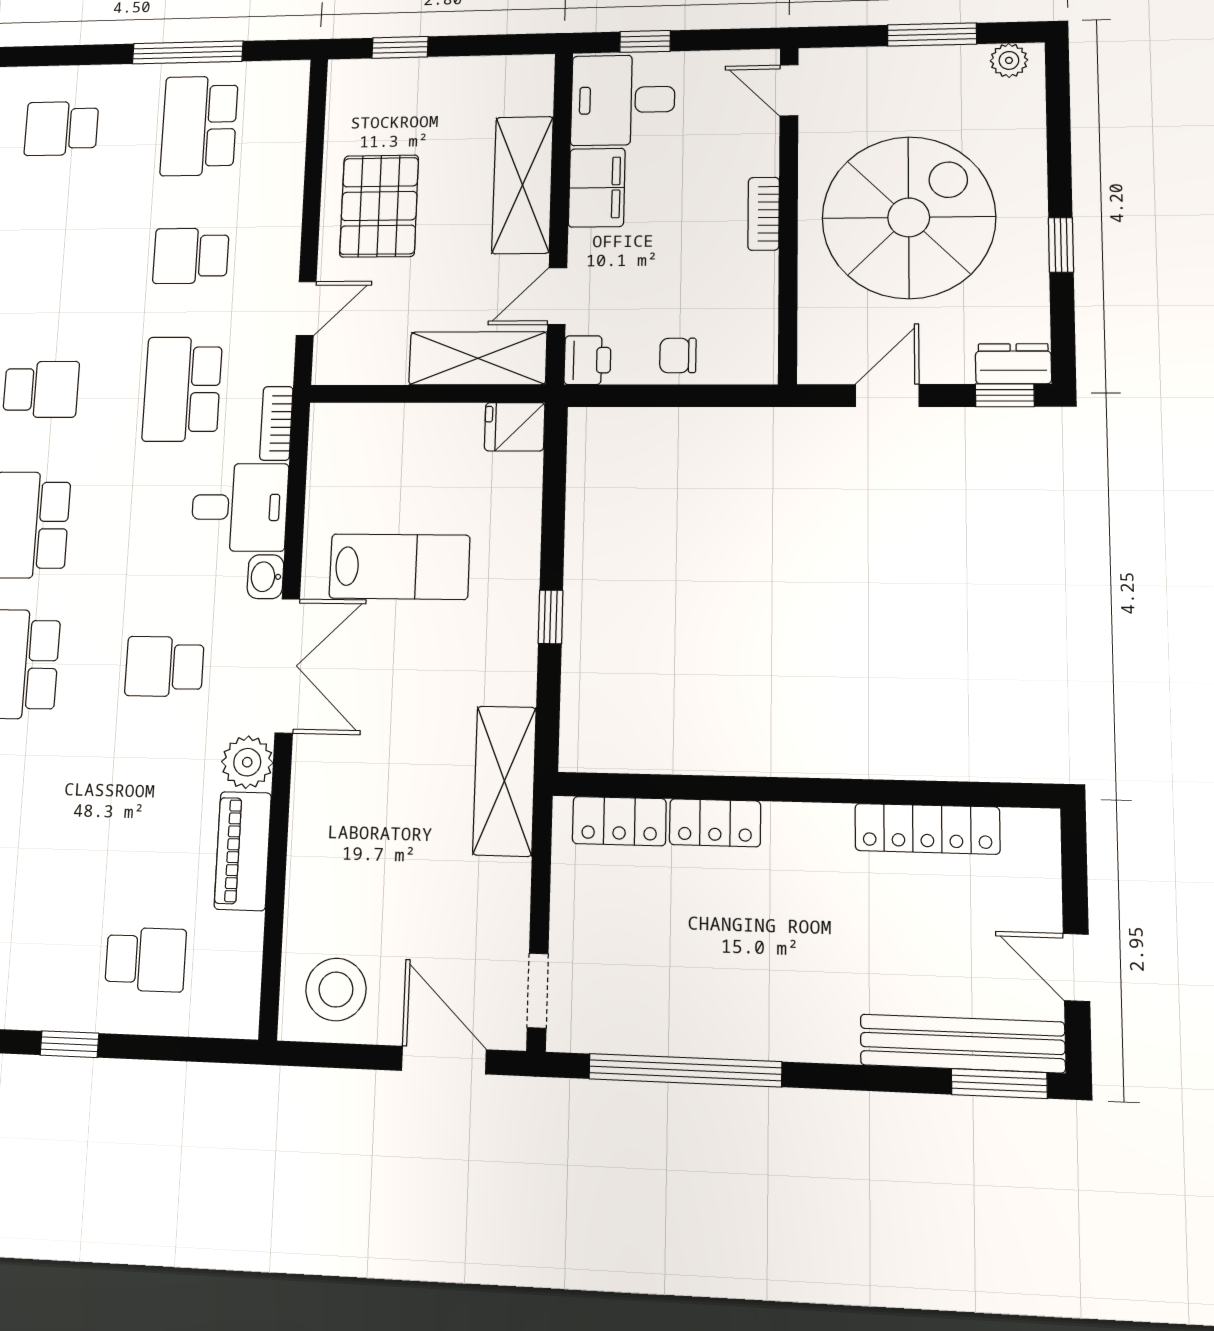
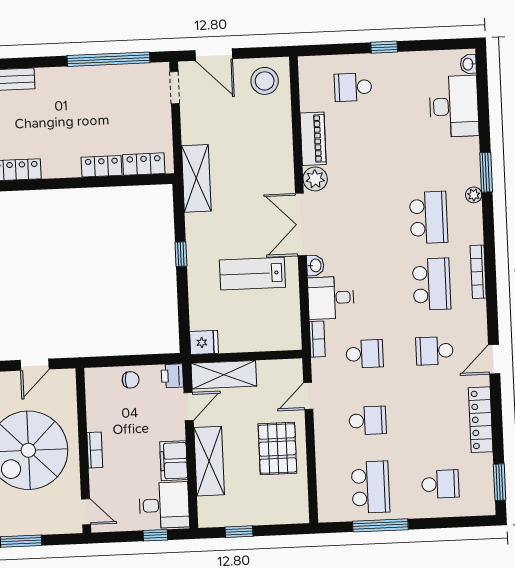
window: (400, 47) -> (239, 532), moved
school desk: (182, 389) -> (365, 354), width x0.54
school desk: (164, 667) -> (359, 221), removed

